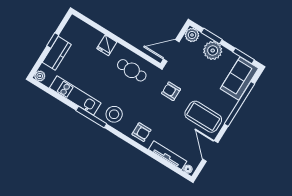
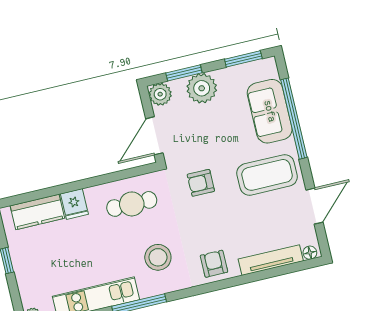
kitchen counter: (57, 53) -> (37, 212), moved, turned 90
sofa: (239, 78) -> (270, 111), moved
stool: (114, 114) -> (158, 257), moved
armchair: (141, 132) -> (214, 264), turned -90
door: (210, 151) -> (314, 206), swing flipped

